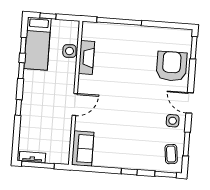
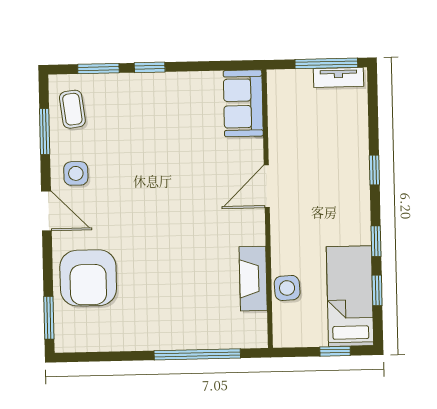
window: (166, 174) -> (98, 69), moved

